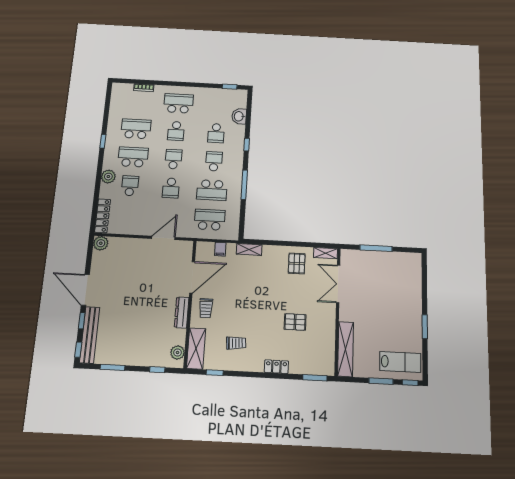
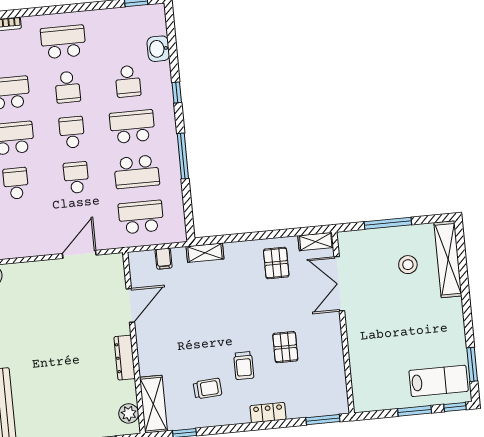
school desk: (214, 161) -> (132, 127), width x1.85
school desk: (171, 188) -> (76, 178), turned 180
door: (192, 277) -> (130, 305), width x0.73
stool: (387, 278) -> (408, 265), added
trolley: (206, 308) -> (244, 366), moved
pallet: (295, 322) -> (285, 347), turned 90
window: (425, 327) -> (472, 364), moved
shelving: (345, 349) -> (448, 259), moved

